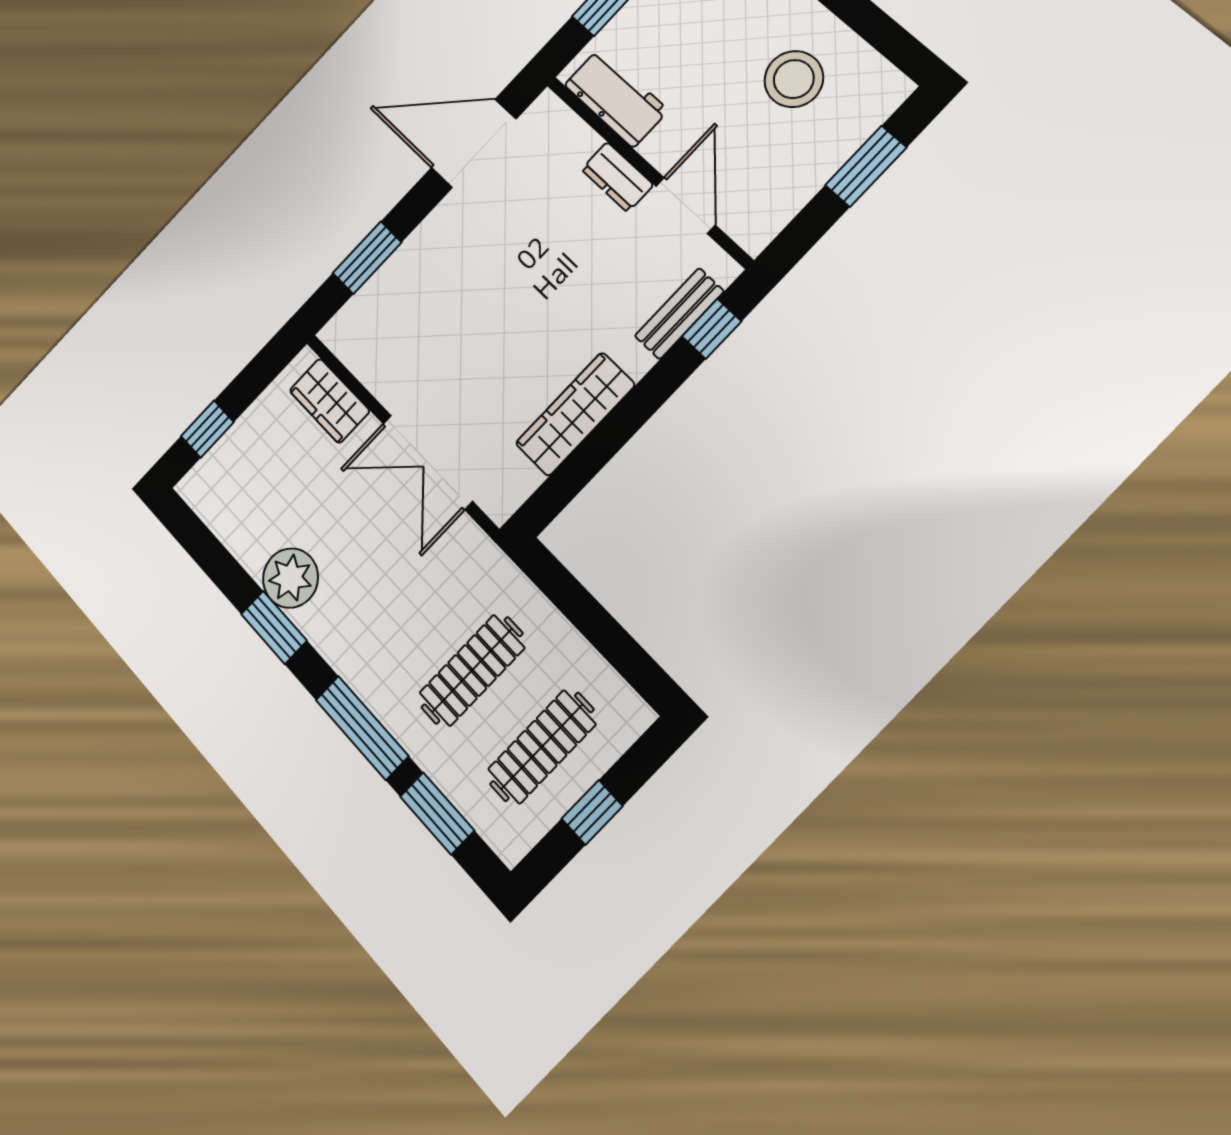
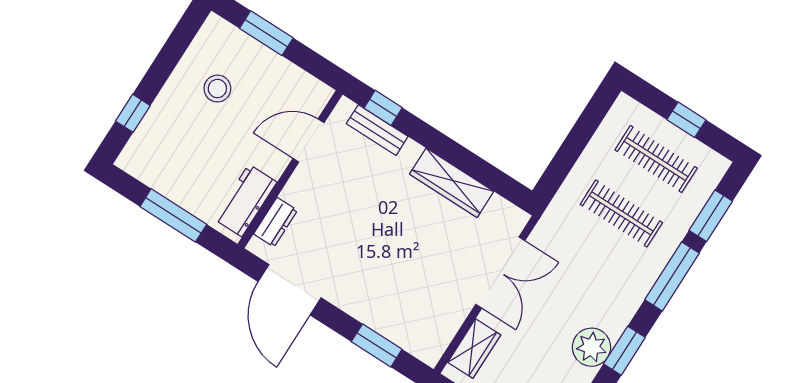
stool: (794, 79) -> (217, 89), width x0.73, depth x0.73
dresser: (617, 177) -> (276, 222), moved

